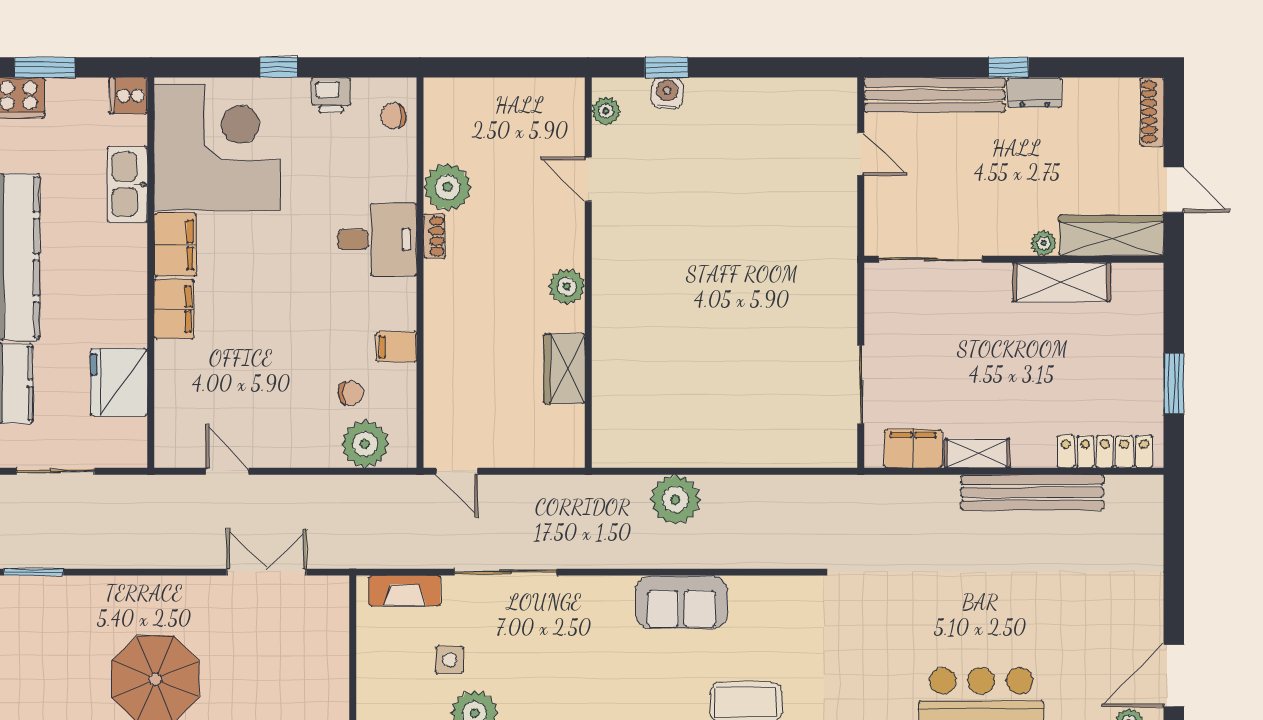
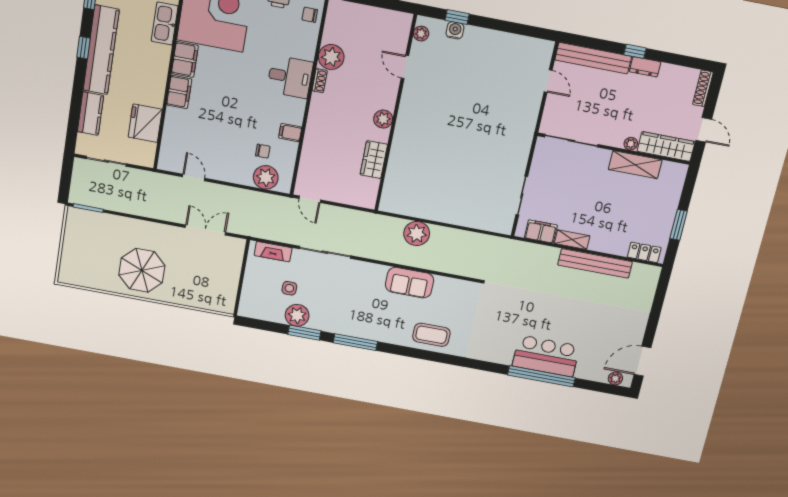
locker: (1105, 452) -> (644, 252), width x0.66

